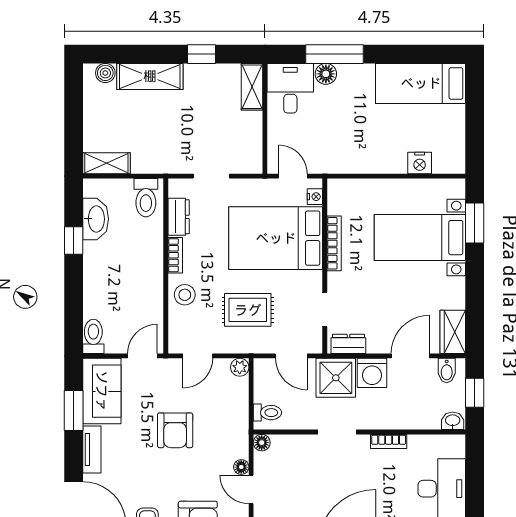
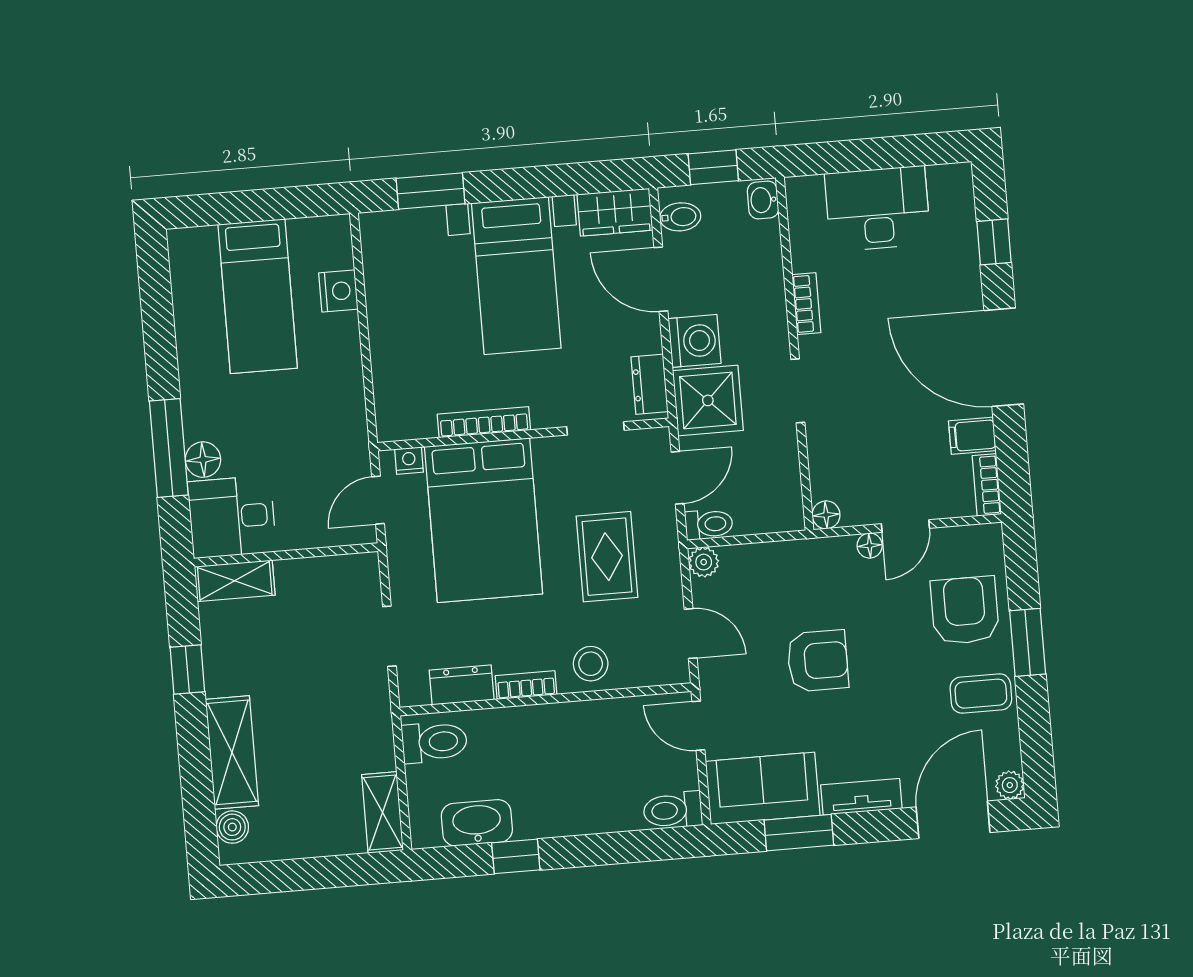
bed: (421, 83) -> (258, 296), moved
bed with nightstands: (420, 238) -> (516, 276), moved
toilet: (267, 413) -> (709, 524), moved, turned 90

